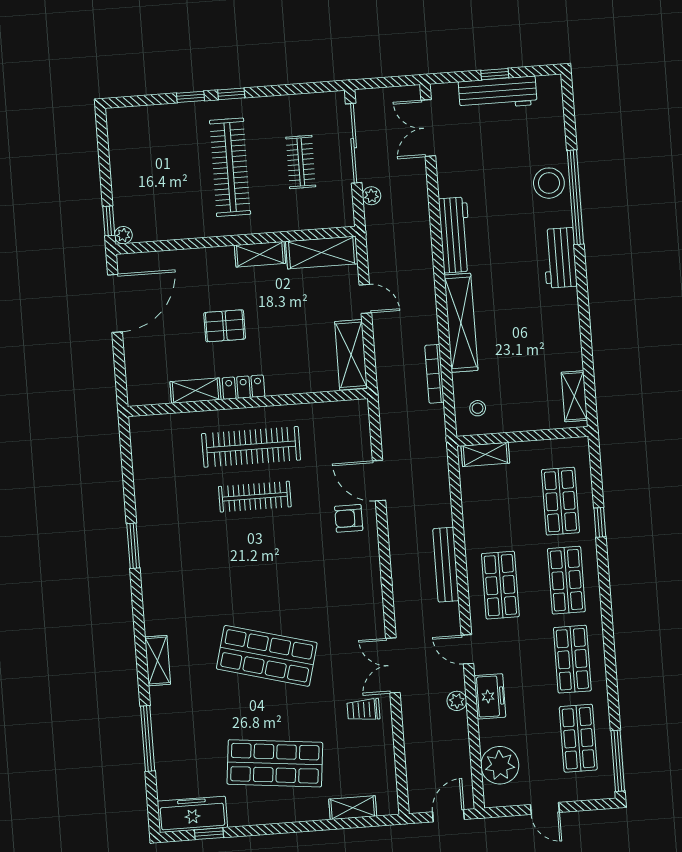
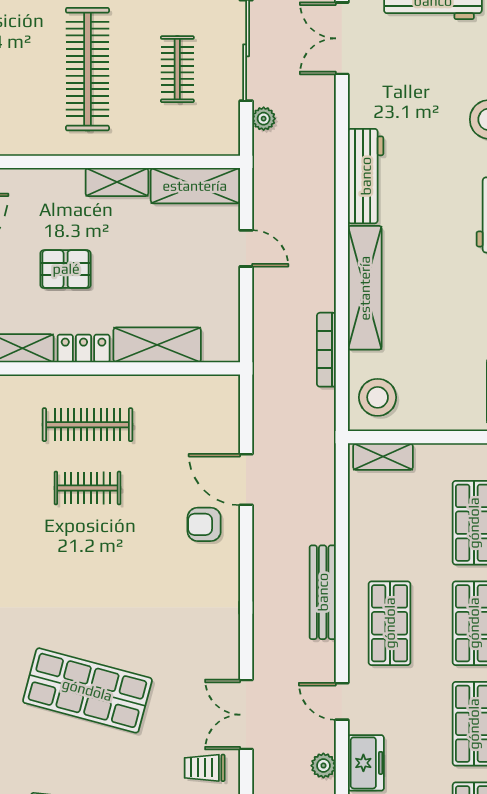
shelving: (351, 355) -> (157, 345), moved, turned 90
stool: (478, 408) -> (378, 397), width x1.89, depth x1.89
clothes rail: (251, 447) -> (87, 425), width x0.73, depth x0.76
clothes rail: (255, 497) -> (87, 488), width x0.73

